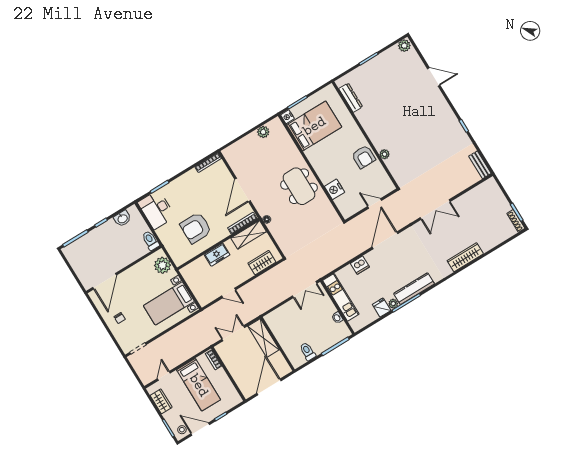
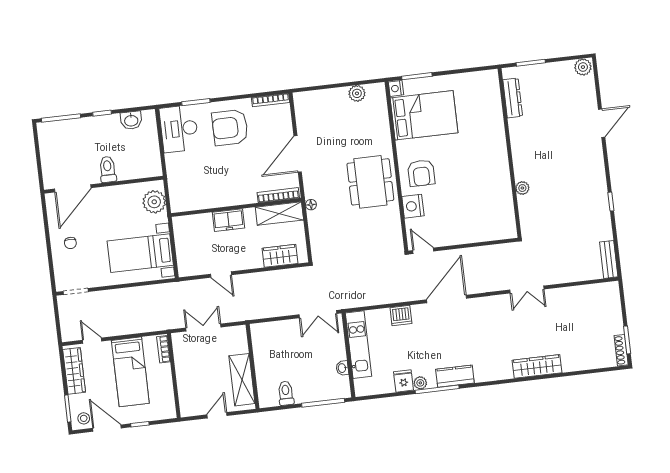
door: (434, 77) -> (602, 123), hinge flipped
dresser: (351, 98) -> (513, 98), moved
wall: (365, 135) -> (510, 153), moved
plant: (384, 154) -> (522, 188), moved
armchair: (364, 157) -> (421, 173), moved
door: (375, 203) -> (423, 251), moved
double door: (435, 210) -> (527, 290), width x0.73
armchair: (196, 228) -> (230, 128), moved
toilet: (150, 240) -> (108, 169), moved
kitchen counter: (414, 289) -> (455, 376), width x0.67
shelving: (264, 338) -> (242, 380), moved
door: (164, 376) -> (92, 341), hinge flipped
door: (269, 387) -> (217, 415), width x0.53
wardrobe: (161, 401) -> (74, 371), width x1.50

